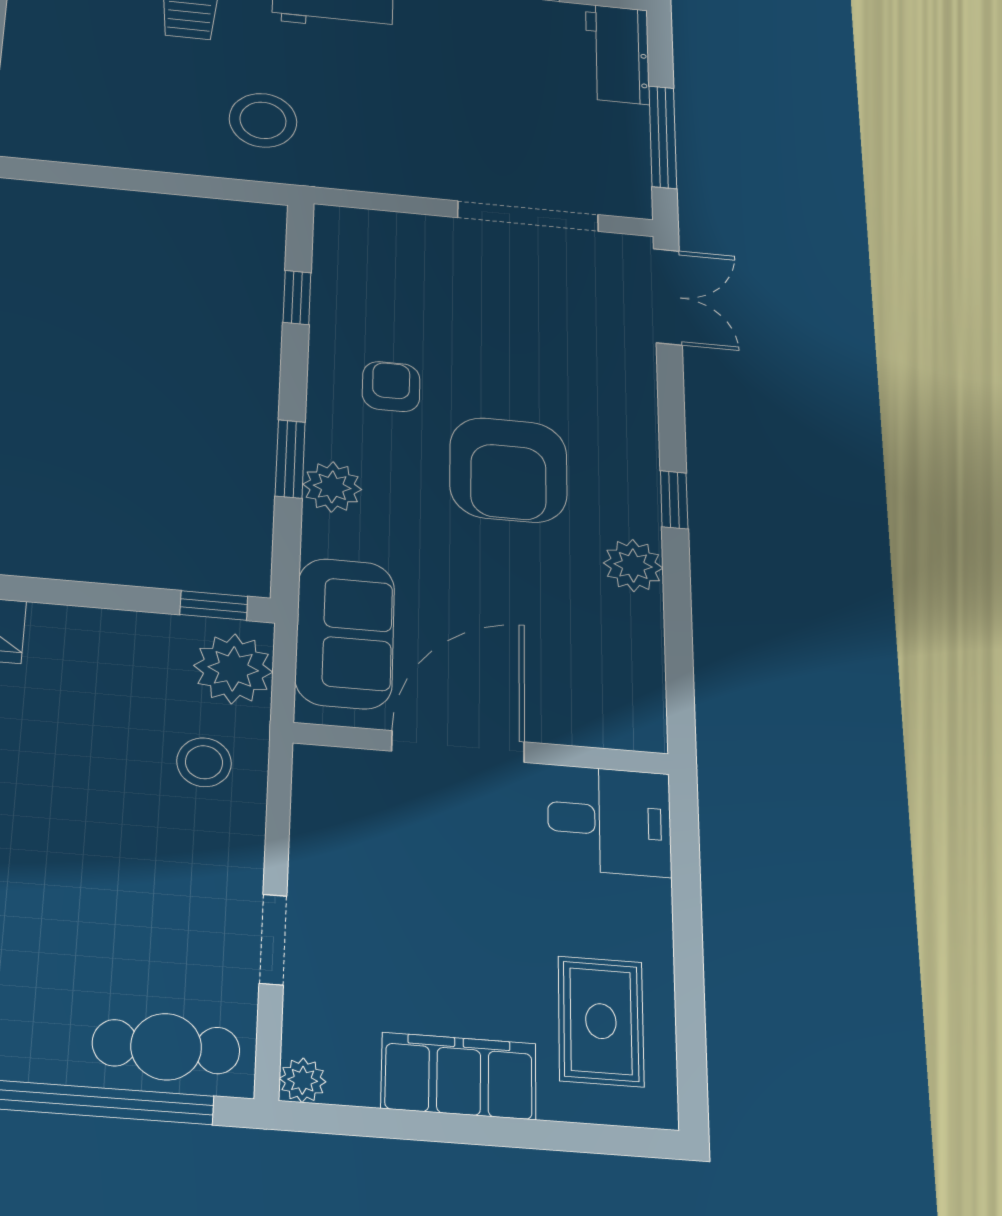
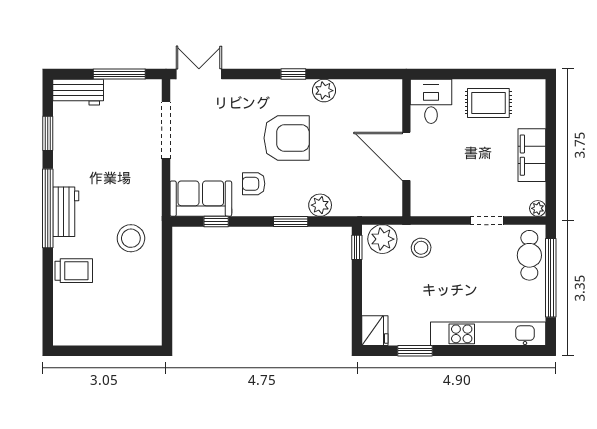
plant: (332, 487) -> (320, 205), moved
sofa: (345, 633) -> (201, 199), moved
rug: (601, 1021) -> (488, 103), moved

